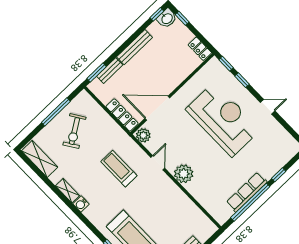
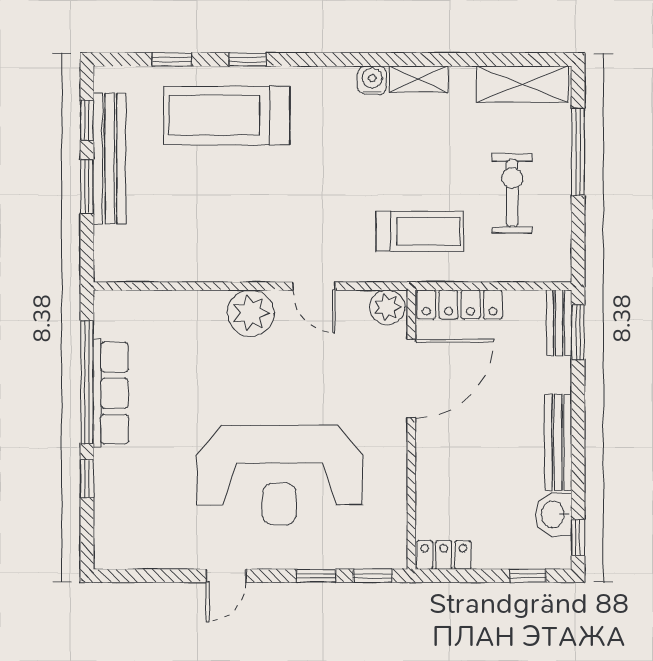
washbasin: (167, 18) -> (554, 514), moved
bench: (110, 71) -> (559, 323), moved
window: (56, 112) -> (578, 152), moved
exercise bike: (74, 131) -> (512, 193), turned 33
treadmill: (119, 169) -> (420, 231), moved

